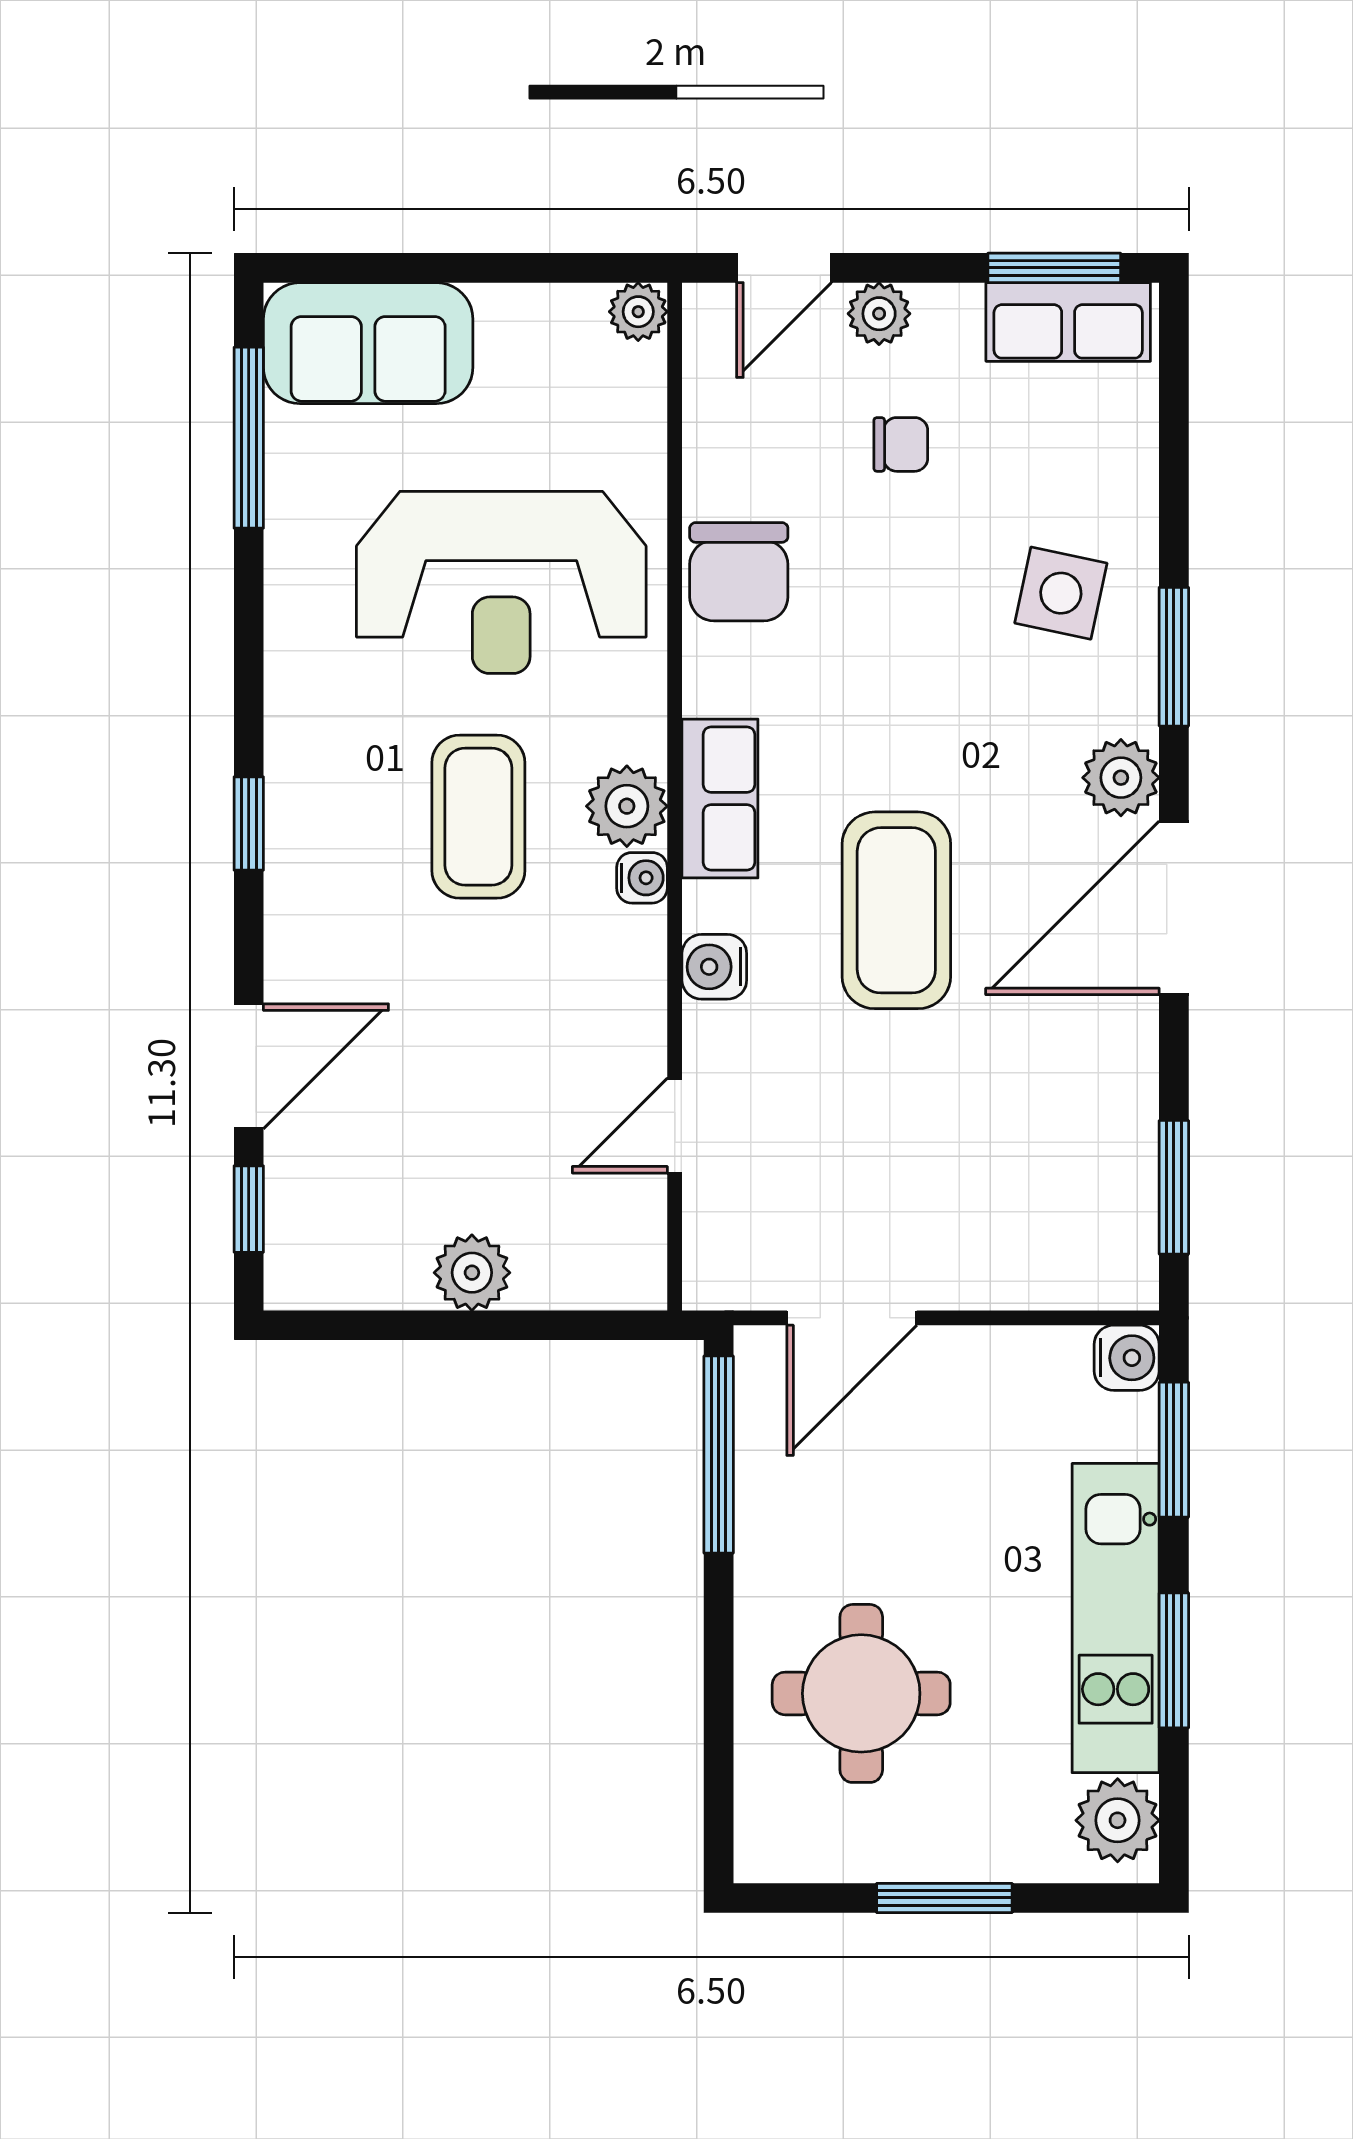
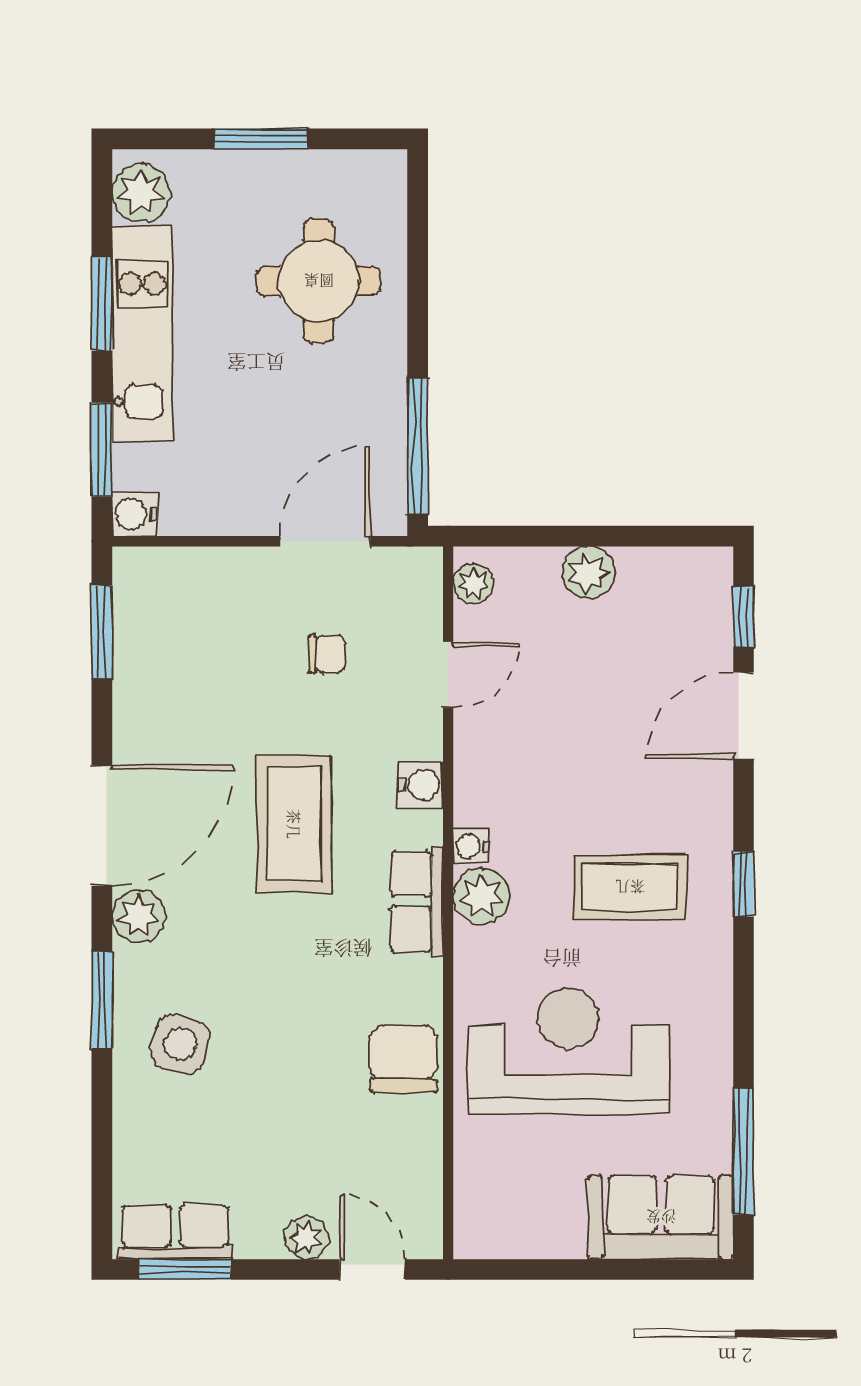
door: (784, 268) -> (372, 1269), hinge flipped
plant: (638, 312) -> (473, 584), moved
chair: (901, 444) -> (327, 654), moved, turned 180
coffee table: (478, 817) -> (630, 887), moved, turned 90

